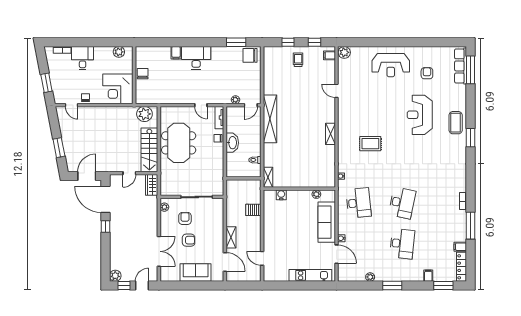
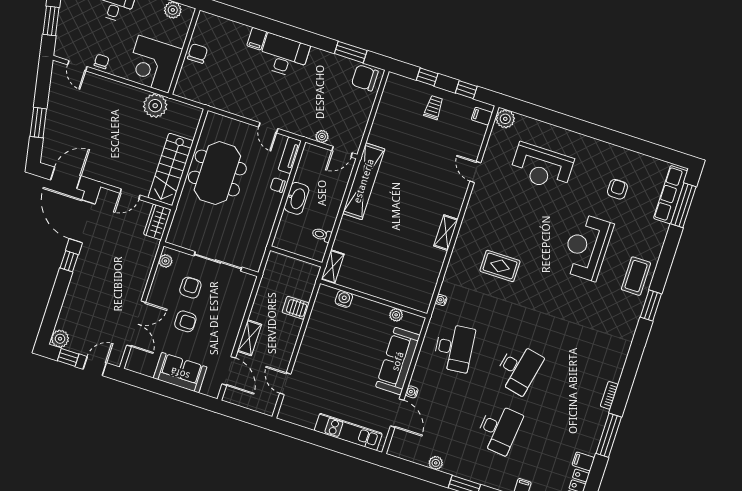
reception desk: (391, 65) -> (542, 167), moved
plant: (144, 114) -> (155, 106), moved

